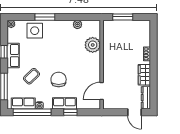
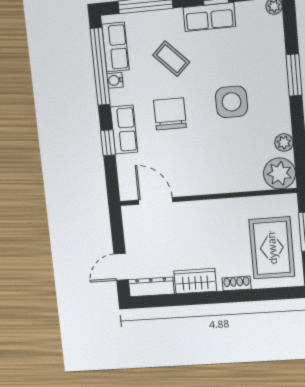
side table: (35, 31) -> (231, 102), moved
rug: (130, 35) -> (272, 248), added
plant: (93, 45) -> (279, 173), moved
chair: (59, 79) -> (170, 114), turned -90

